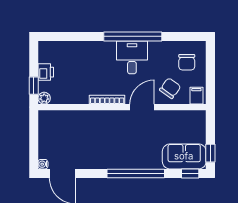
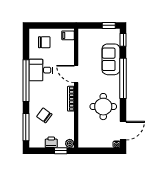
window: (67, 36) -> (26, 127), added
desk: (132, 57) -> (41, 70), moved
chair: (170, 88) -> (44, 115), moved
round table: (96, 145) -> (103, 107), added
sofa: (184, 156) -> (111, 59), moved

